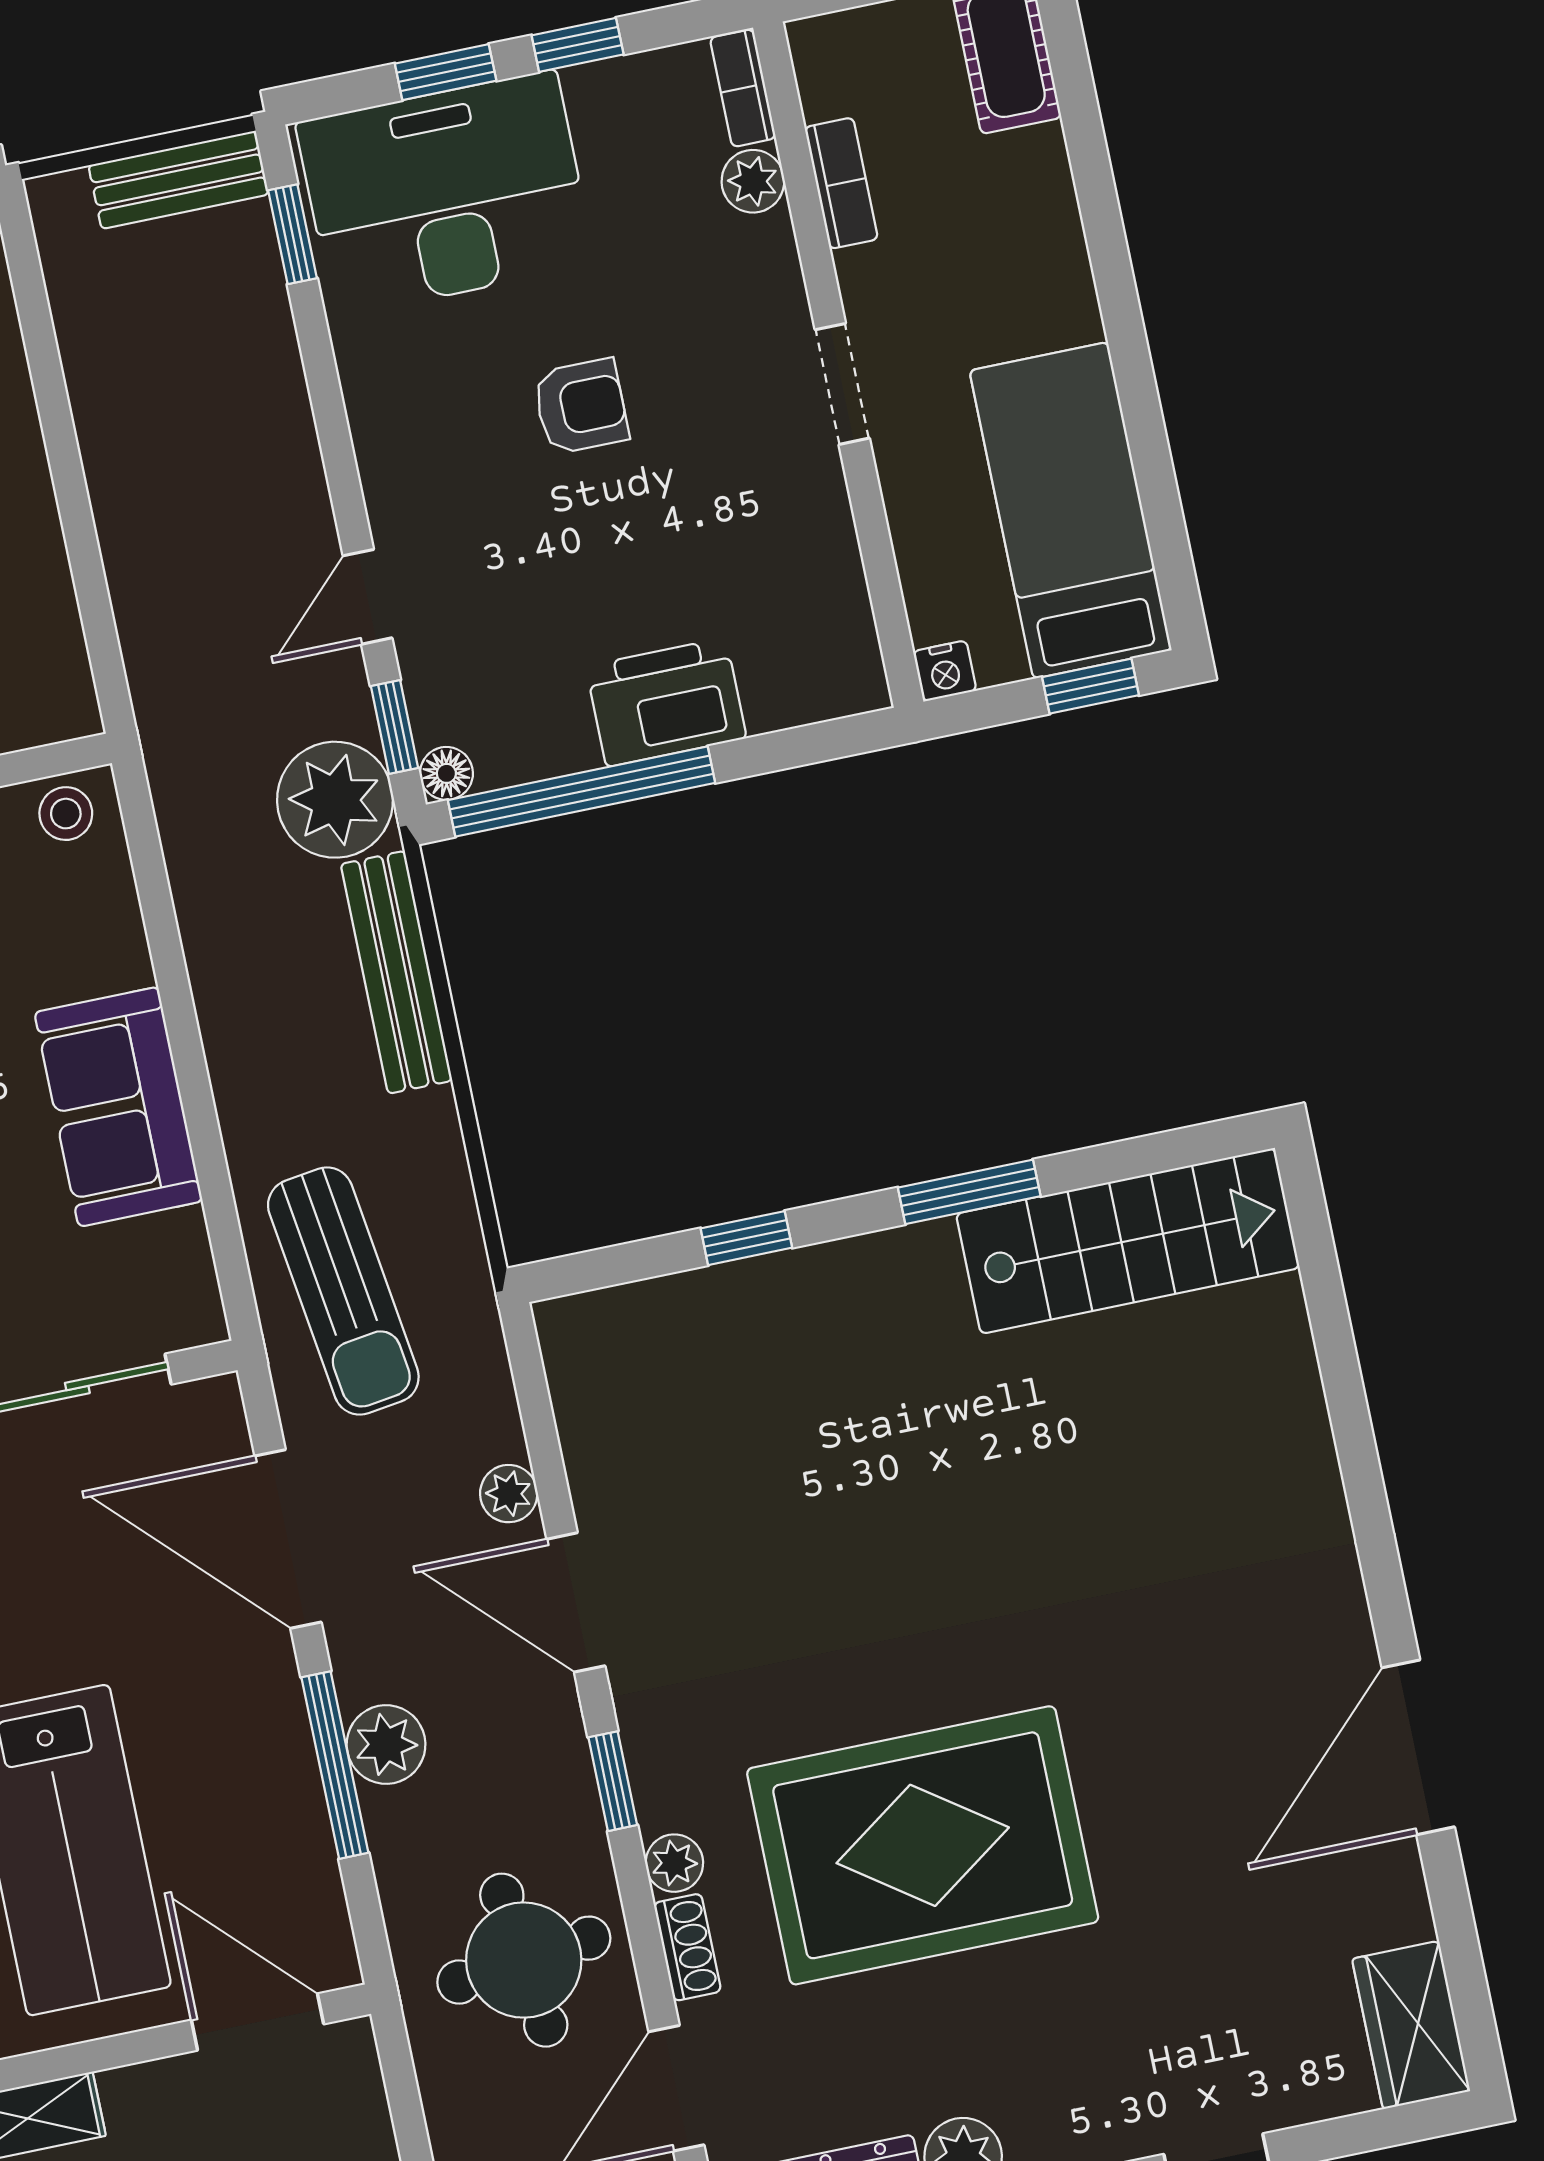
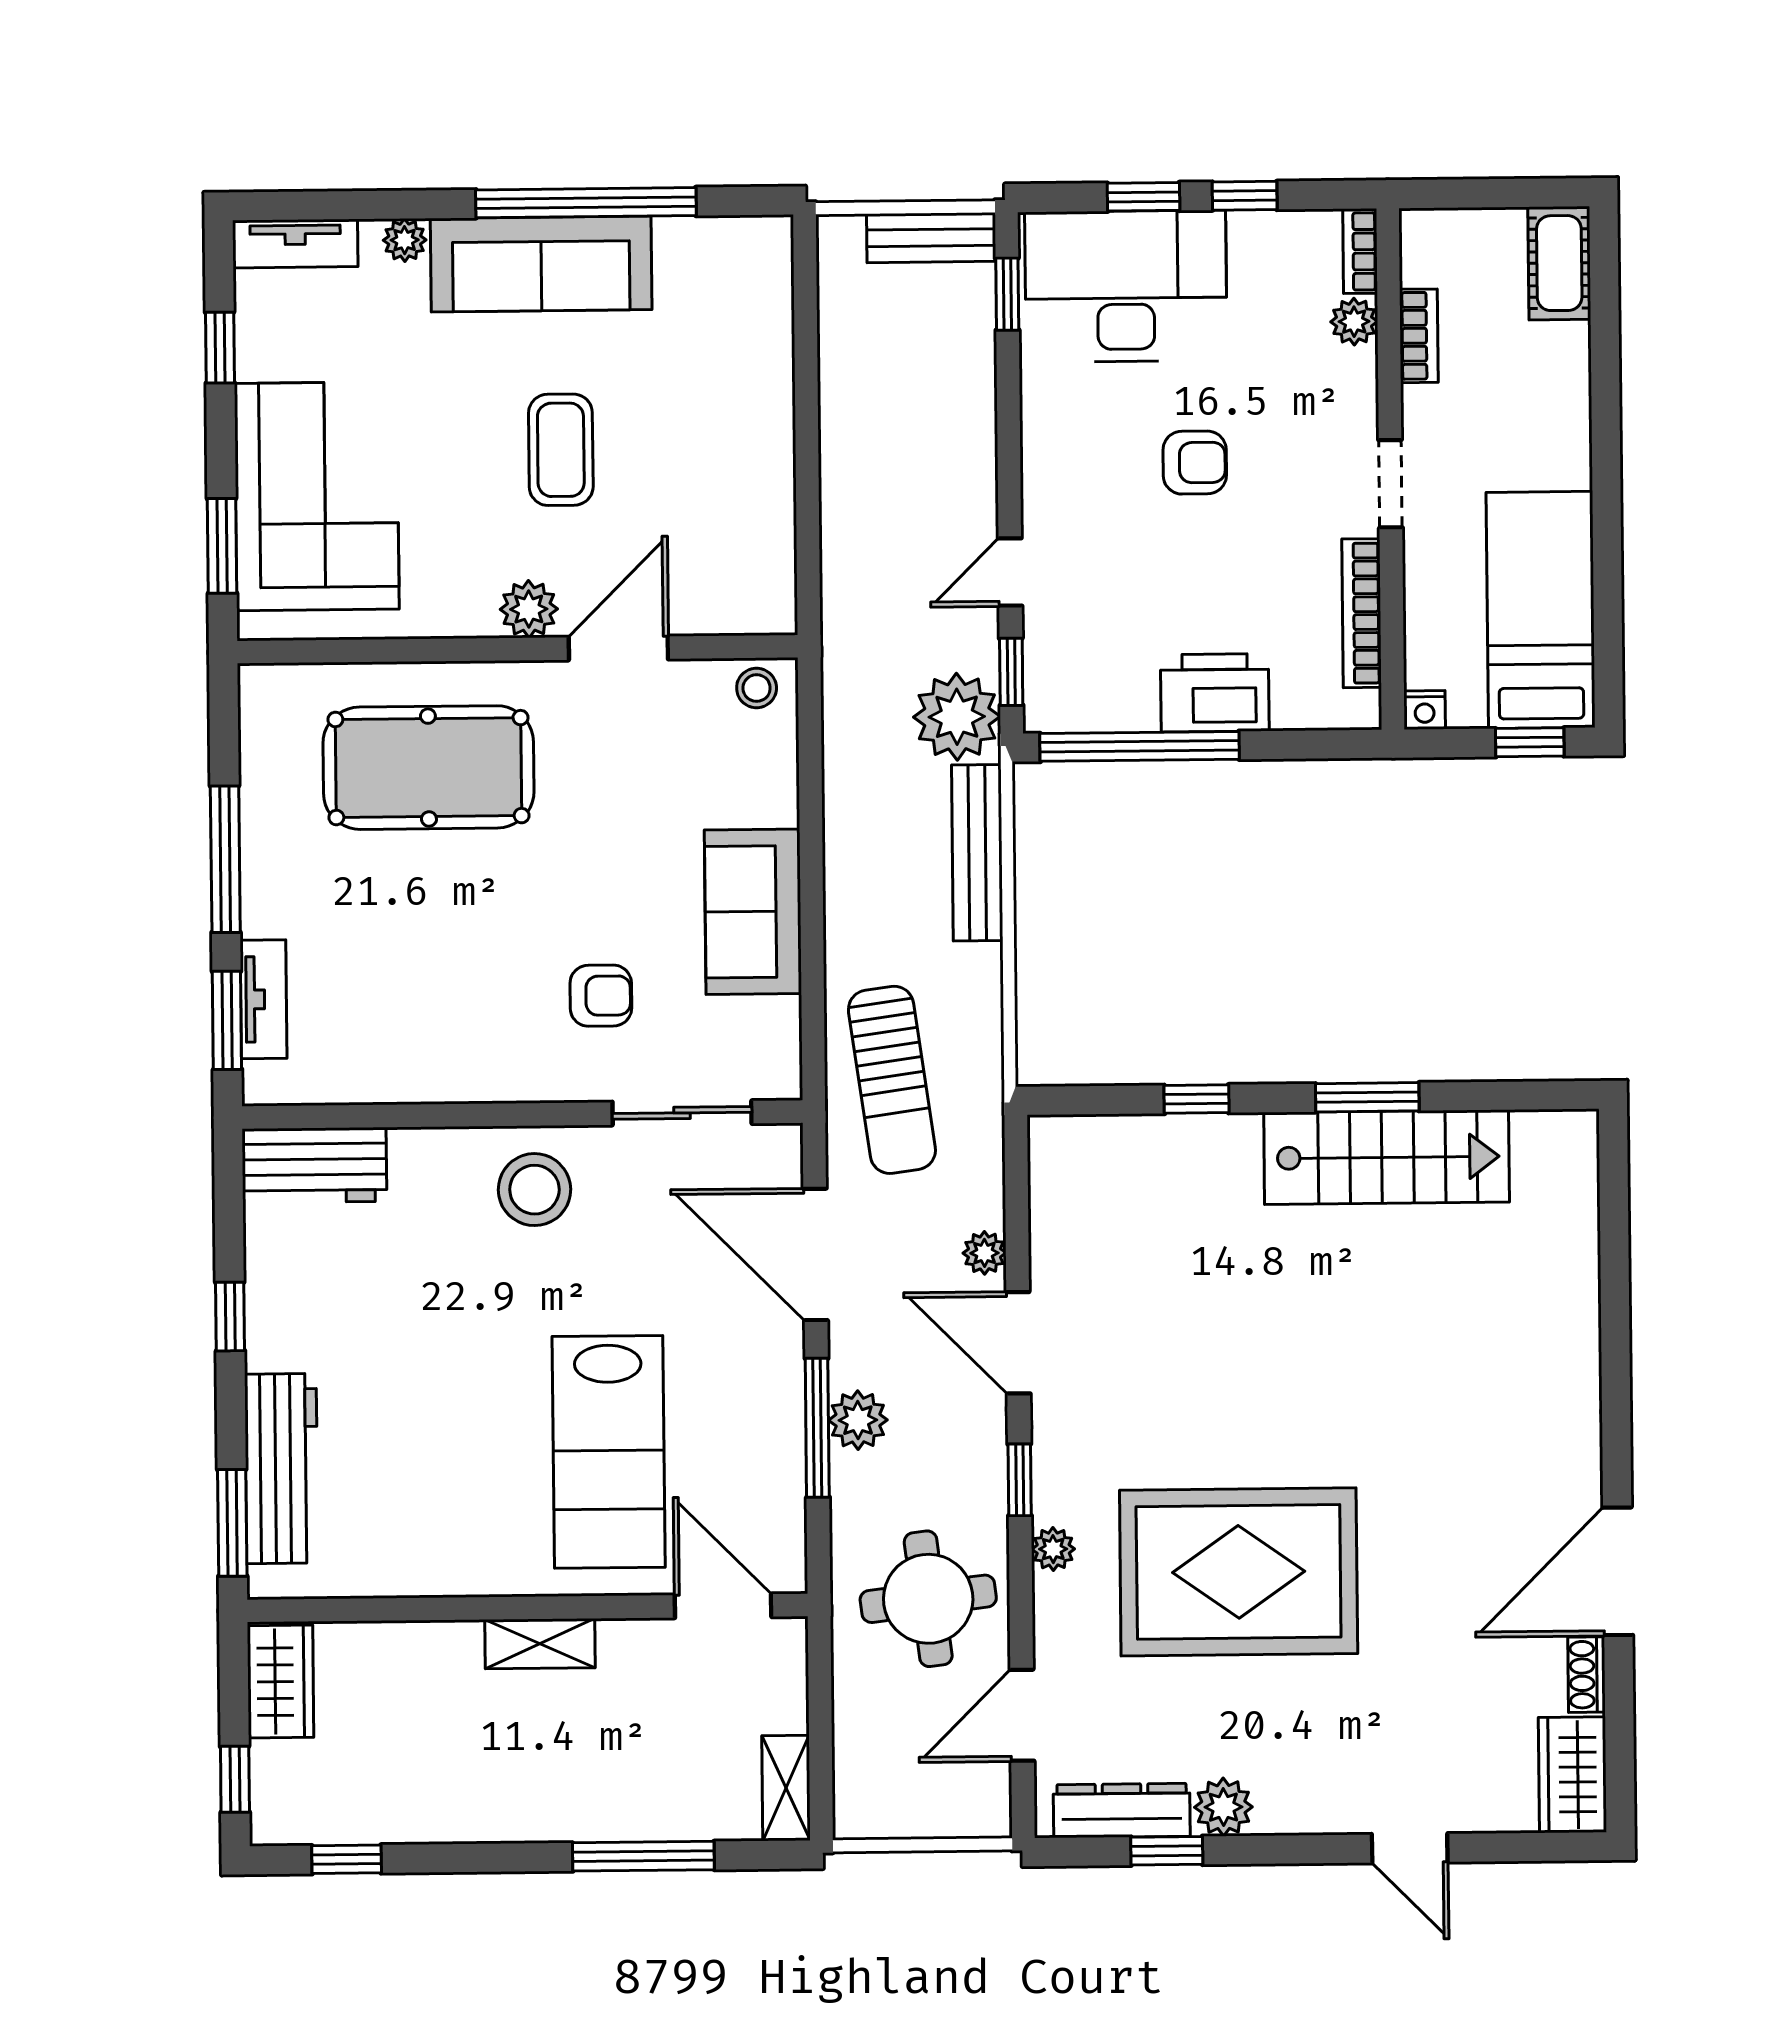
bookcase: (838, 560) -> (1362, 613), added
floor lamp: (446, 773) -> (1043, 713), removed
stairs: (1128, 1241) -> (1387, 1157), moved
shoe rack: (687, 1947) -> (1586, 1675), moved, turned 180

